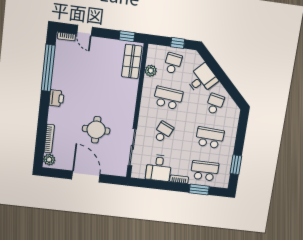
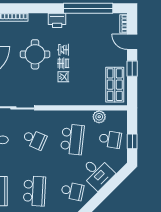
door: (84, 31) -> (132, 42), hinge flipped
window: (127, 36) -> (132, 69), moved
shop shelf: (132, 61) -> (115, 85), moved, turned 90
round table: (96, 130) -> (35, 54), moved

